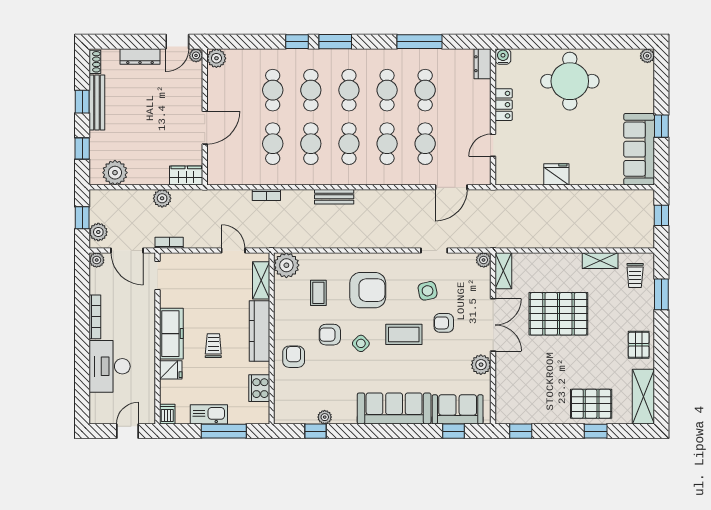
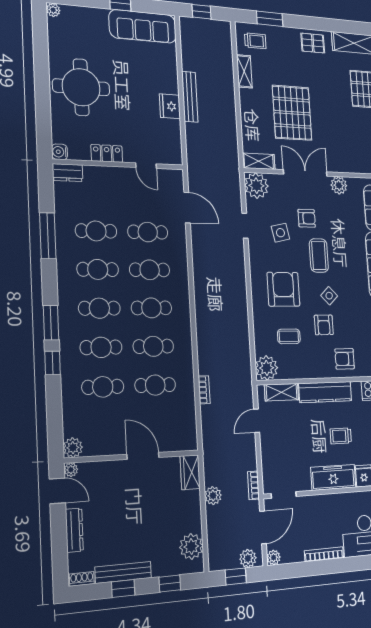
bench: (334, 197) -> (190, 97), moved, width x1.36
plant: (484, 260) -> (256, 186), width x1.88, depth x1.88
armchair: (444, 323) -> (307, 218), turned -90

